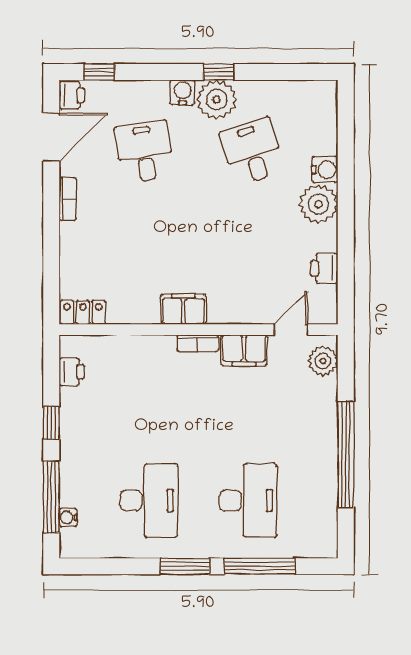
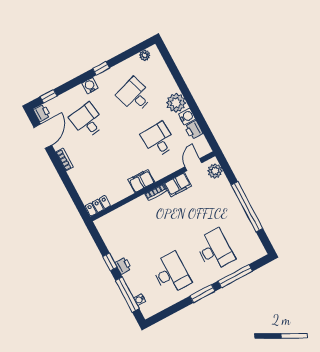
plant: (217, 100) -> (145, 55), moved, width x0.53, depth x0.53
water cooler: (325, 170) -> (187, 116), moved
desk: (252, 253) -> (158, 140), added
printer: (72, 372) -> (123, 266), moved

